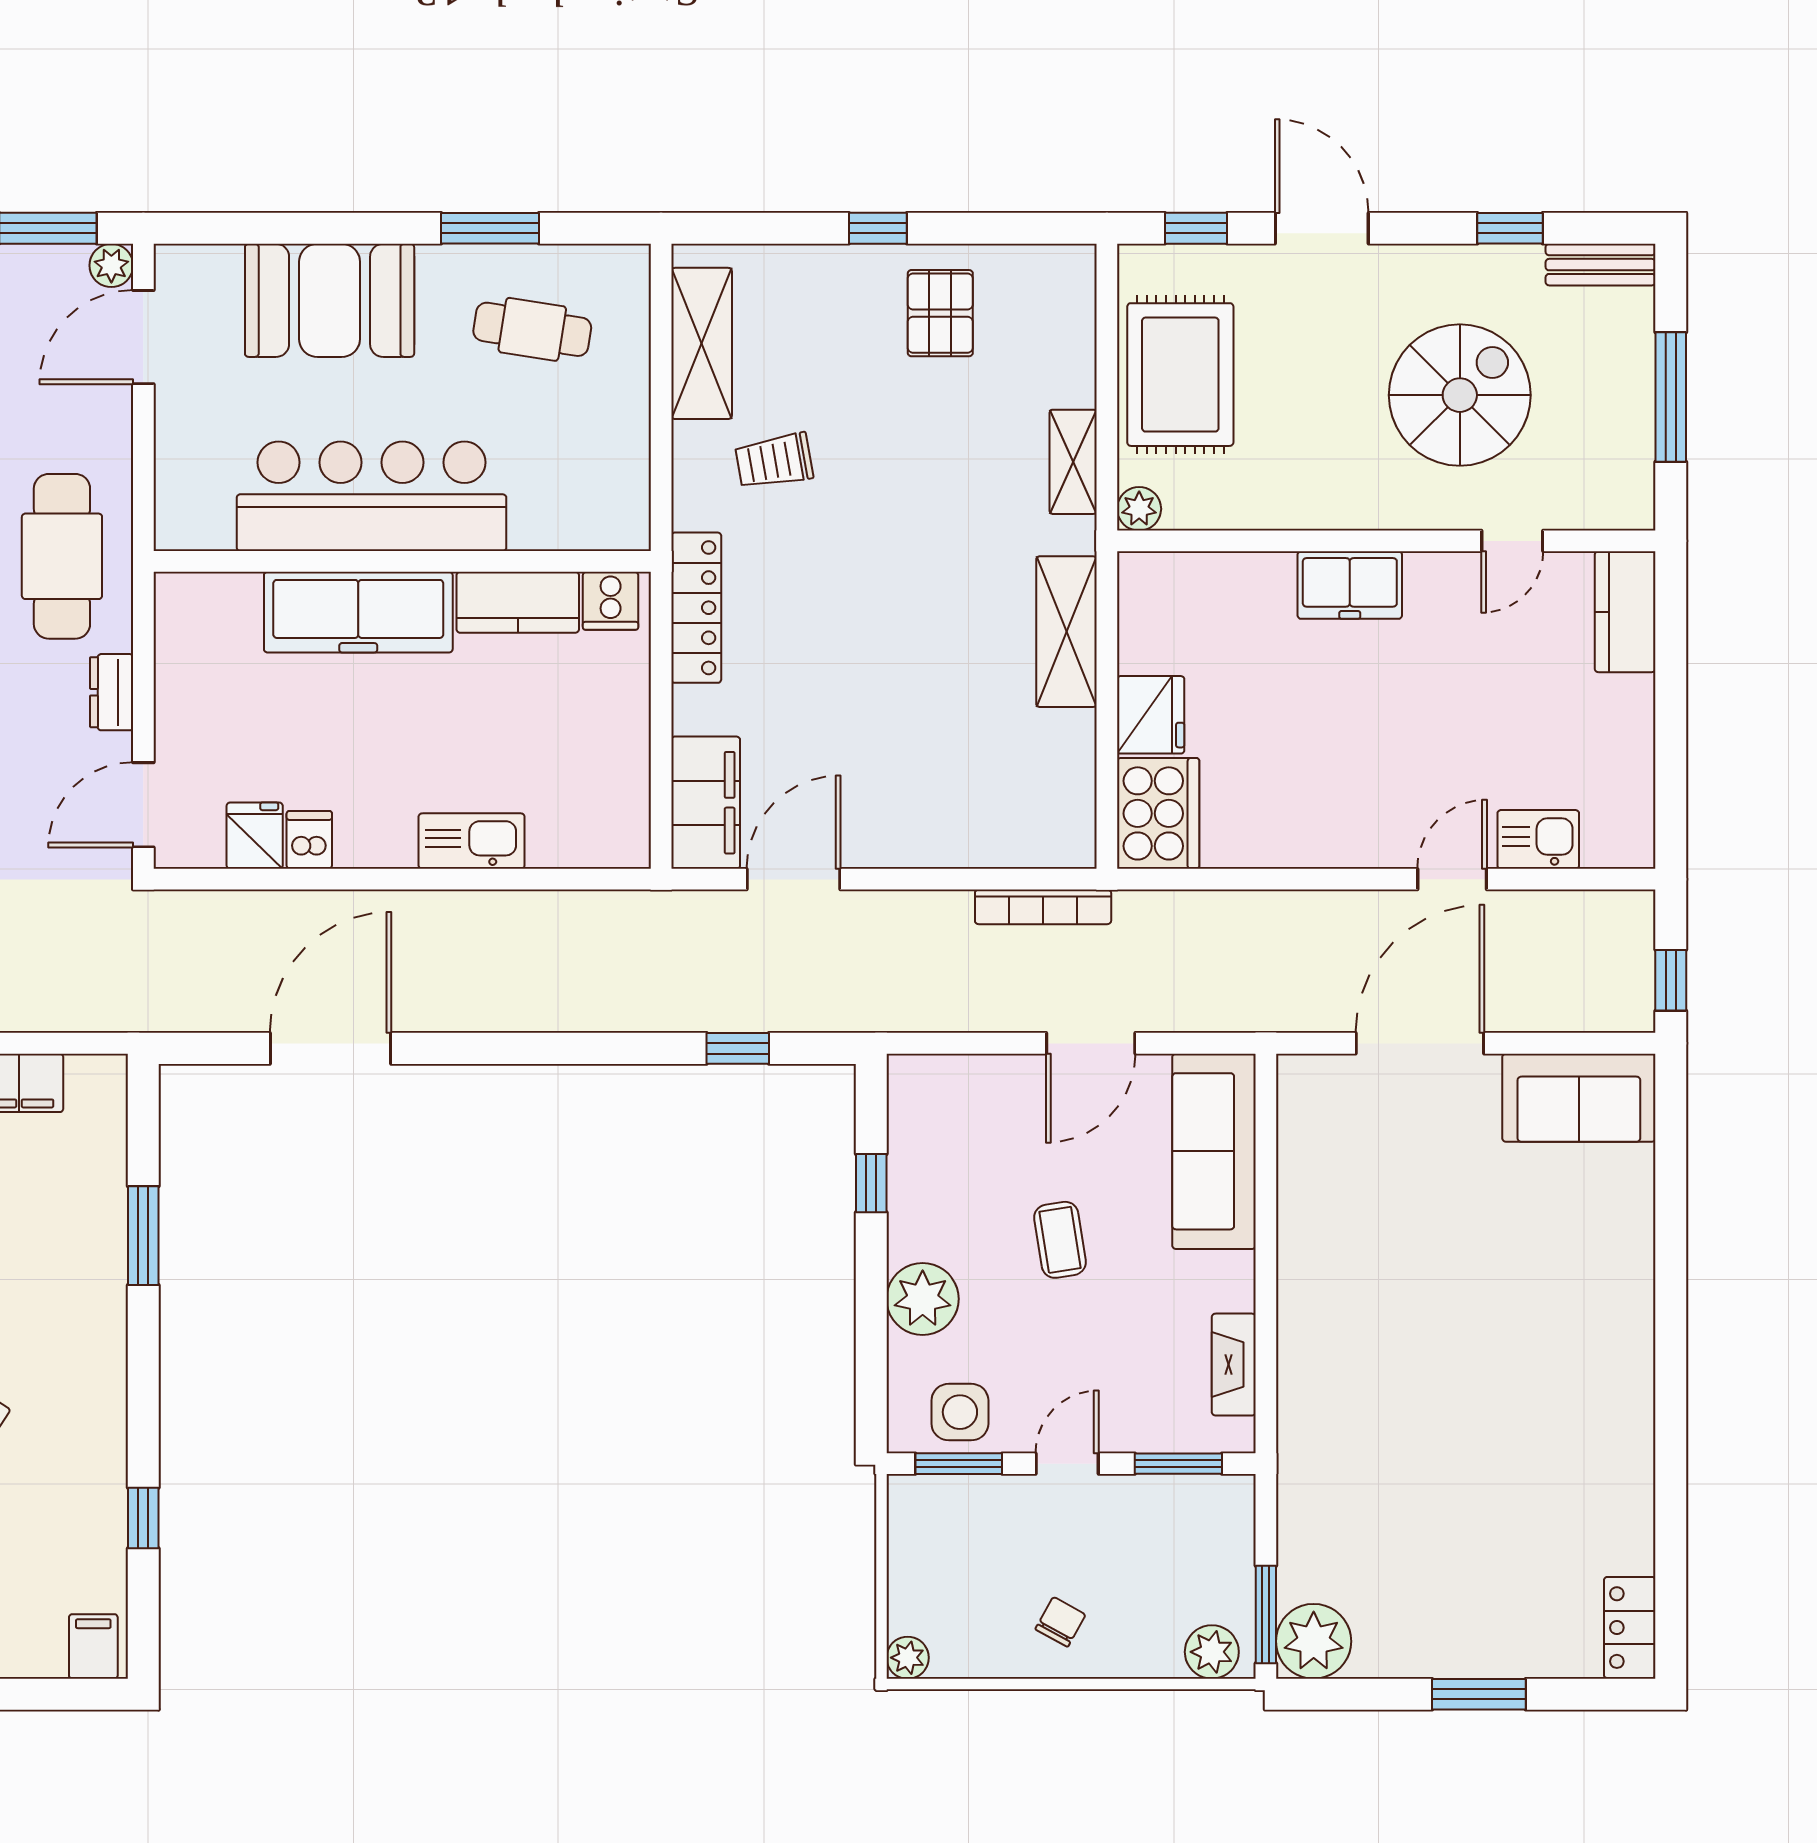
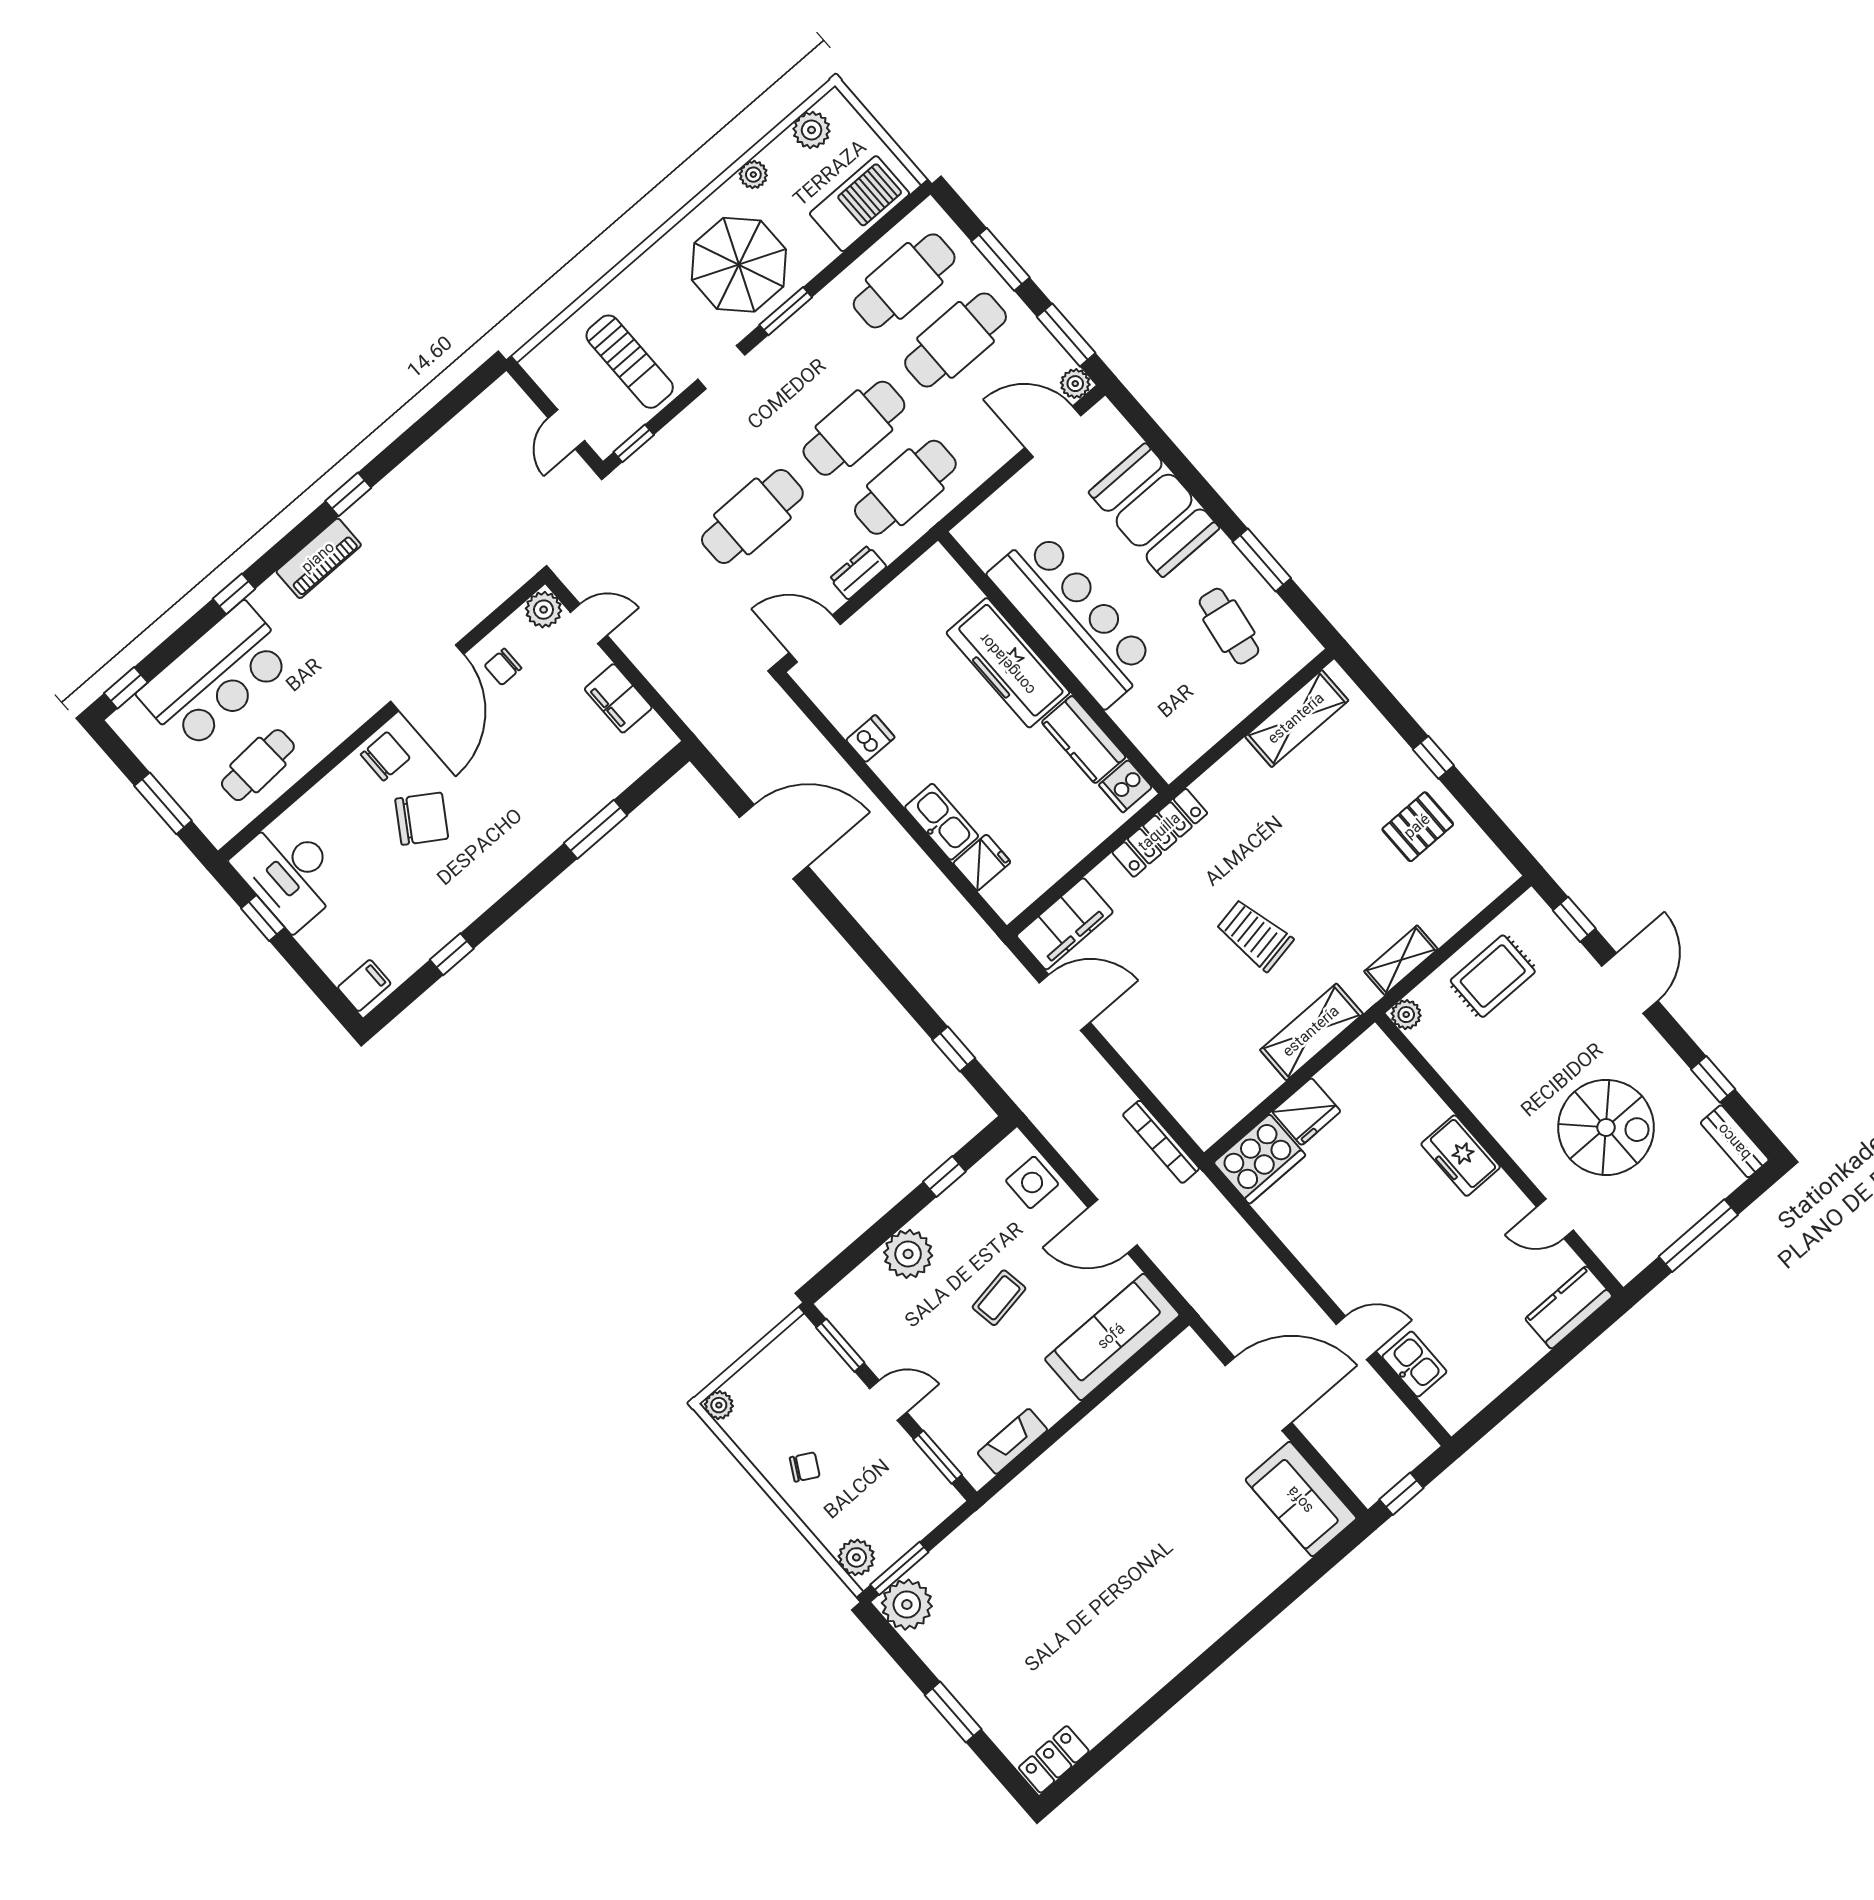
rug: (1180, 375) -> (1493, 976), width x0.73, depth x0.70
trolley: (774, 461) -> (1255, 935), moved, width x1.36, depth x1.39
fridge: (255, 836) -> (982, 863), moved
side table: (960, 1412) -> (1032, 1182), moved

